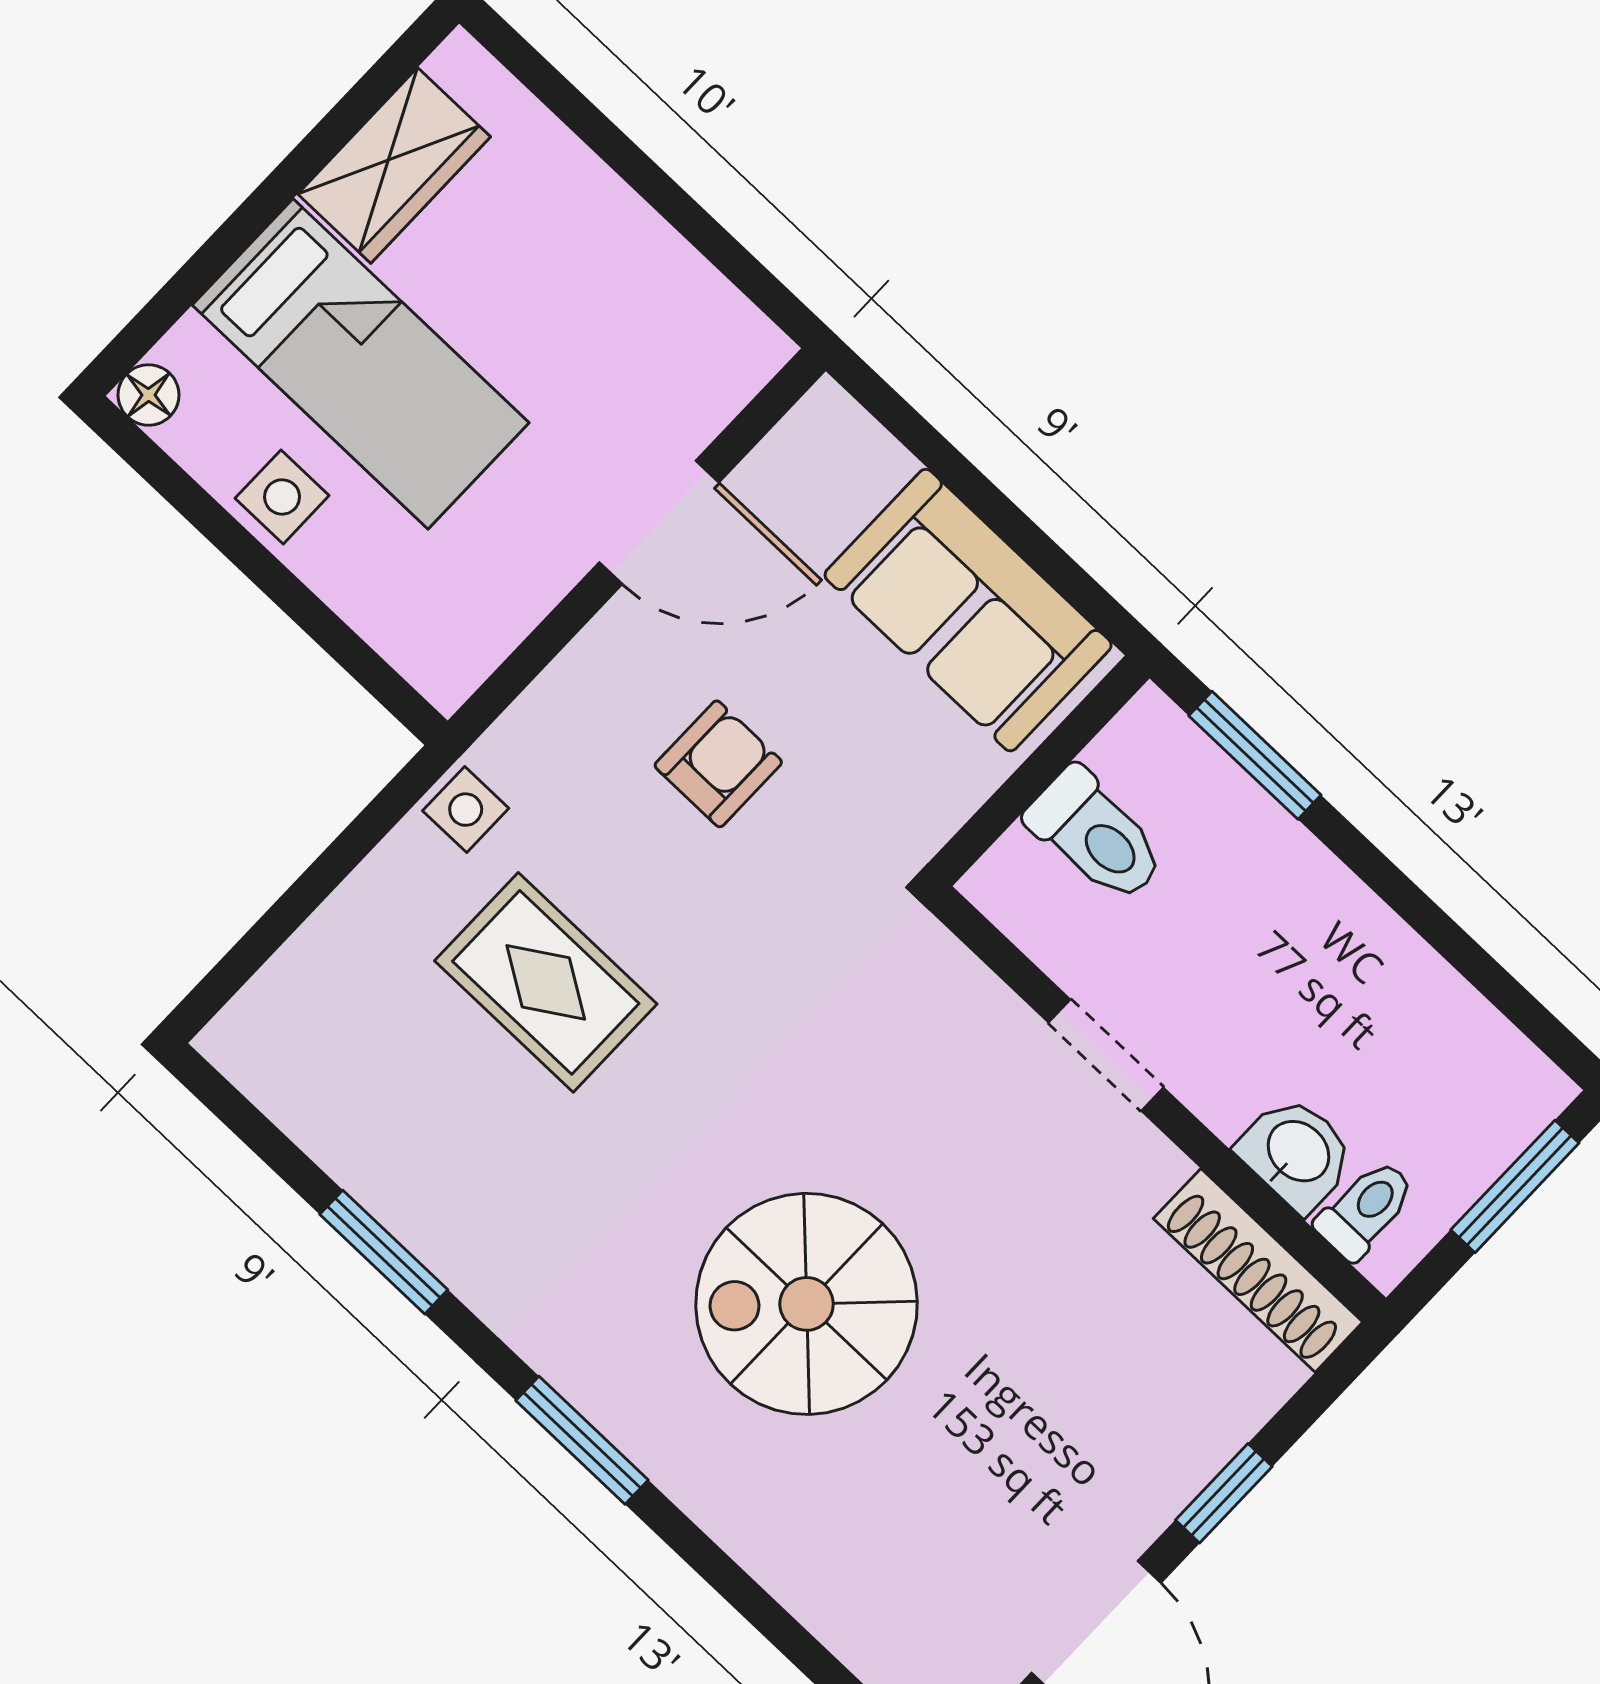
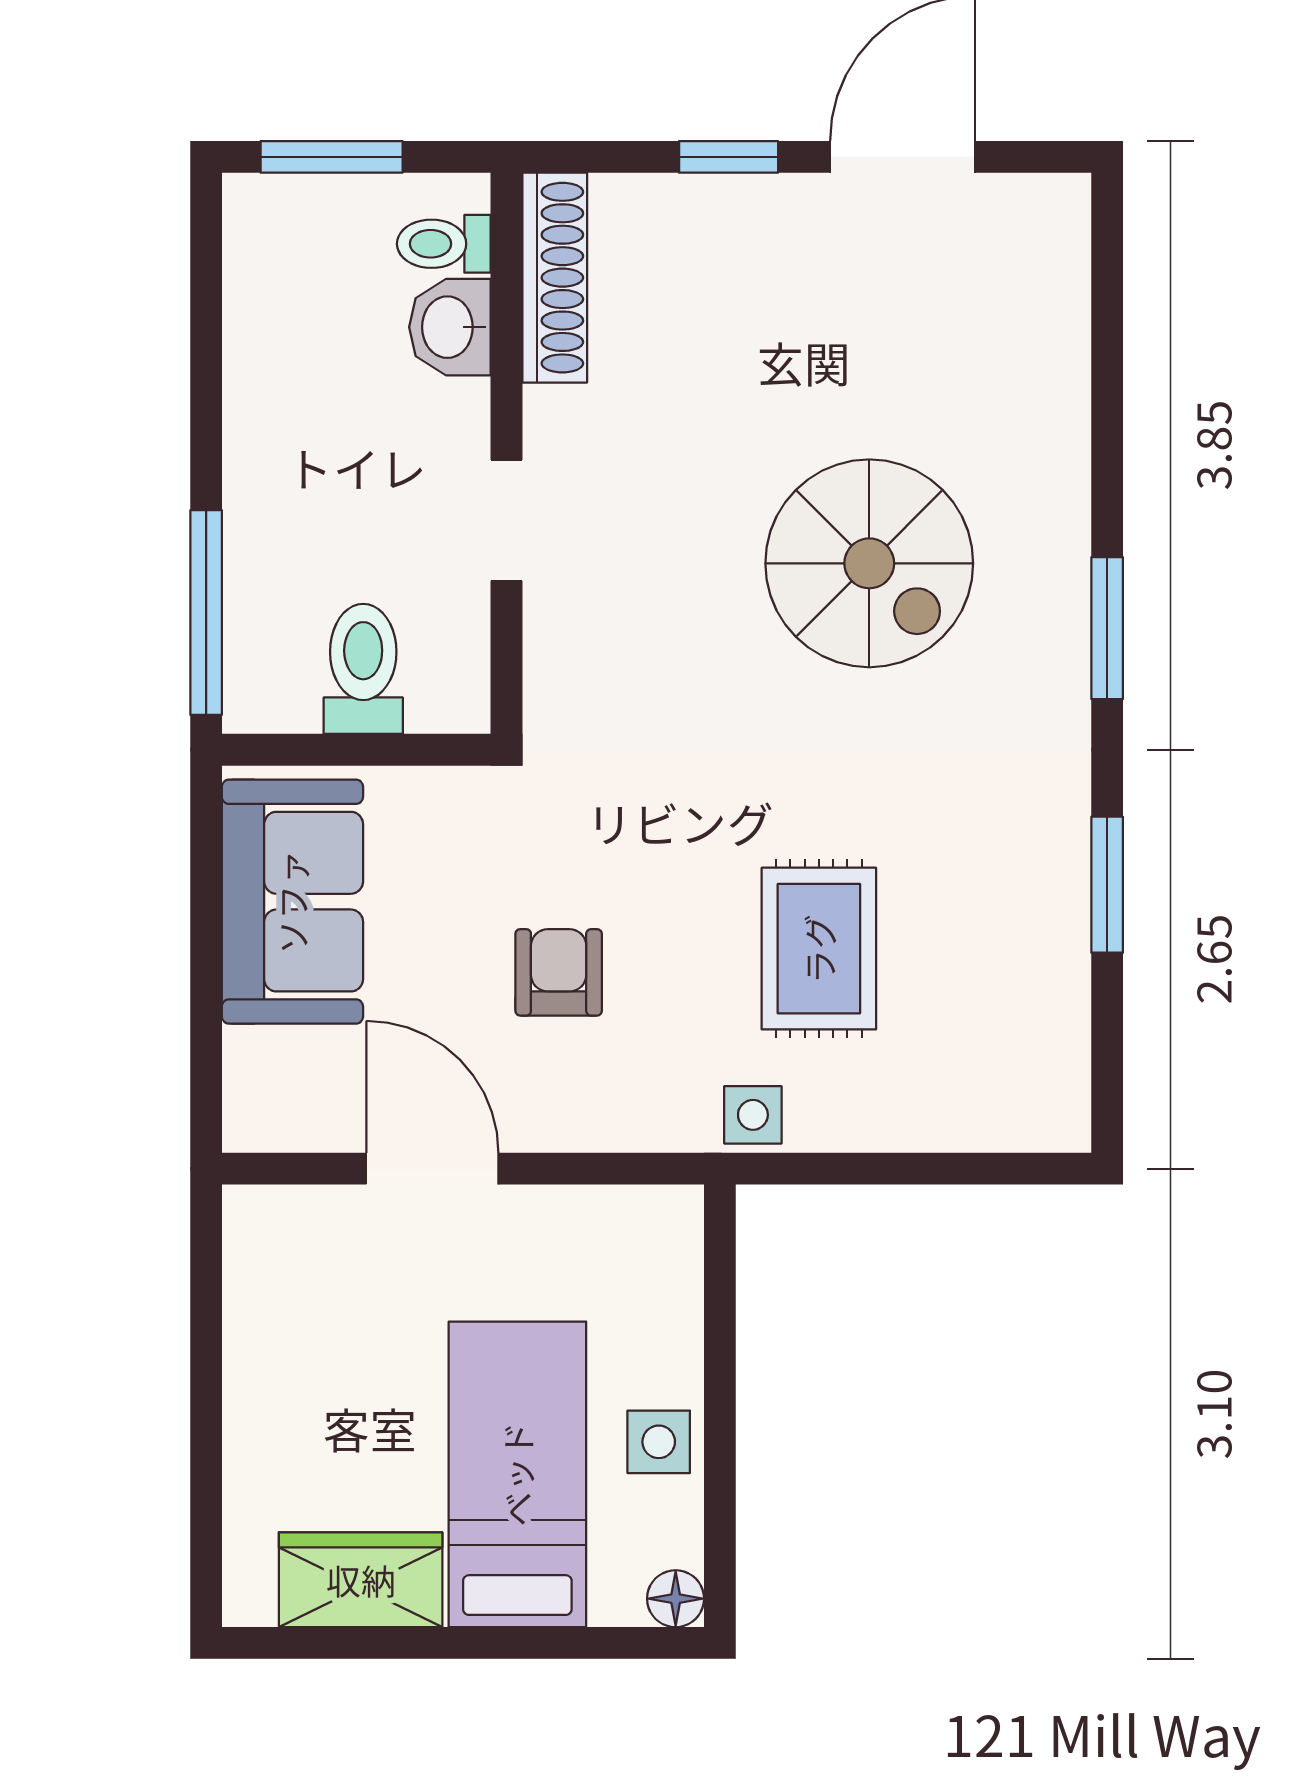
window: (1255, 755) -> (206, 613), width x1.44
armchair: (718, 764) -> (559, 972), turned 90

